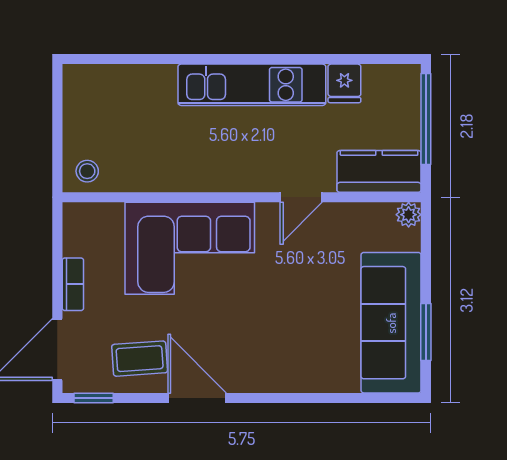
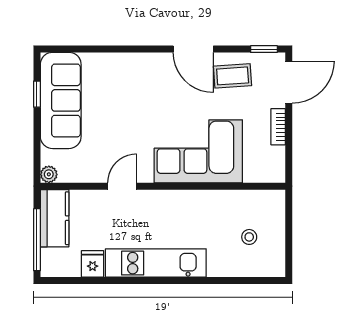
stool: (87, 171) -> (249, 237), moved
kitchen counter: (379, 171) -> (55, 218), moved, turned -90
window: (426, 332) -> (37, 94), width x0.67

